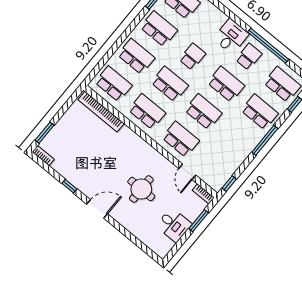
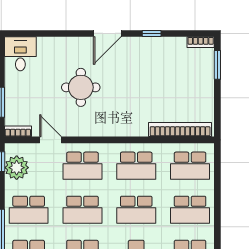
school desk: (237, 139) -> (29, 210), added
plant: (223, 172) -> (17, 168), added
desk: (174, 225) -> (20, 54), moved, turned 90

